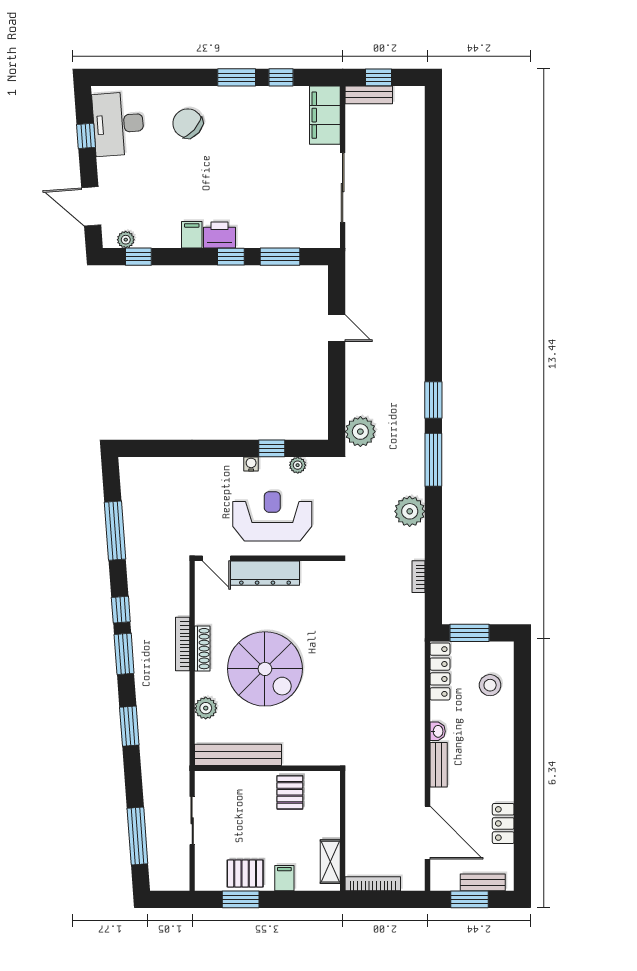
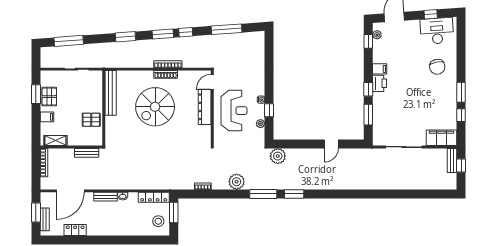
chair: (188, 123) -> (437, 67), turned 128
stool: (490, 685) -> (158, 221), moved
plant: (206, 708) -> (135, 76), removed
bench: (354, 801) -> (87, 153), added

